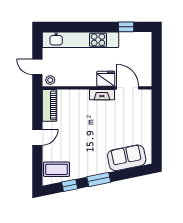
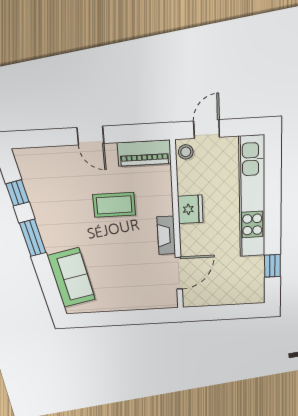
fridge: (106, 79) -> (190, 209), moved
coffee table: (56, 169) -> (114, 205), moved, turned 90

